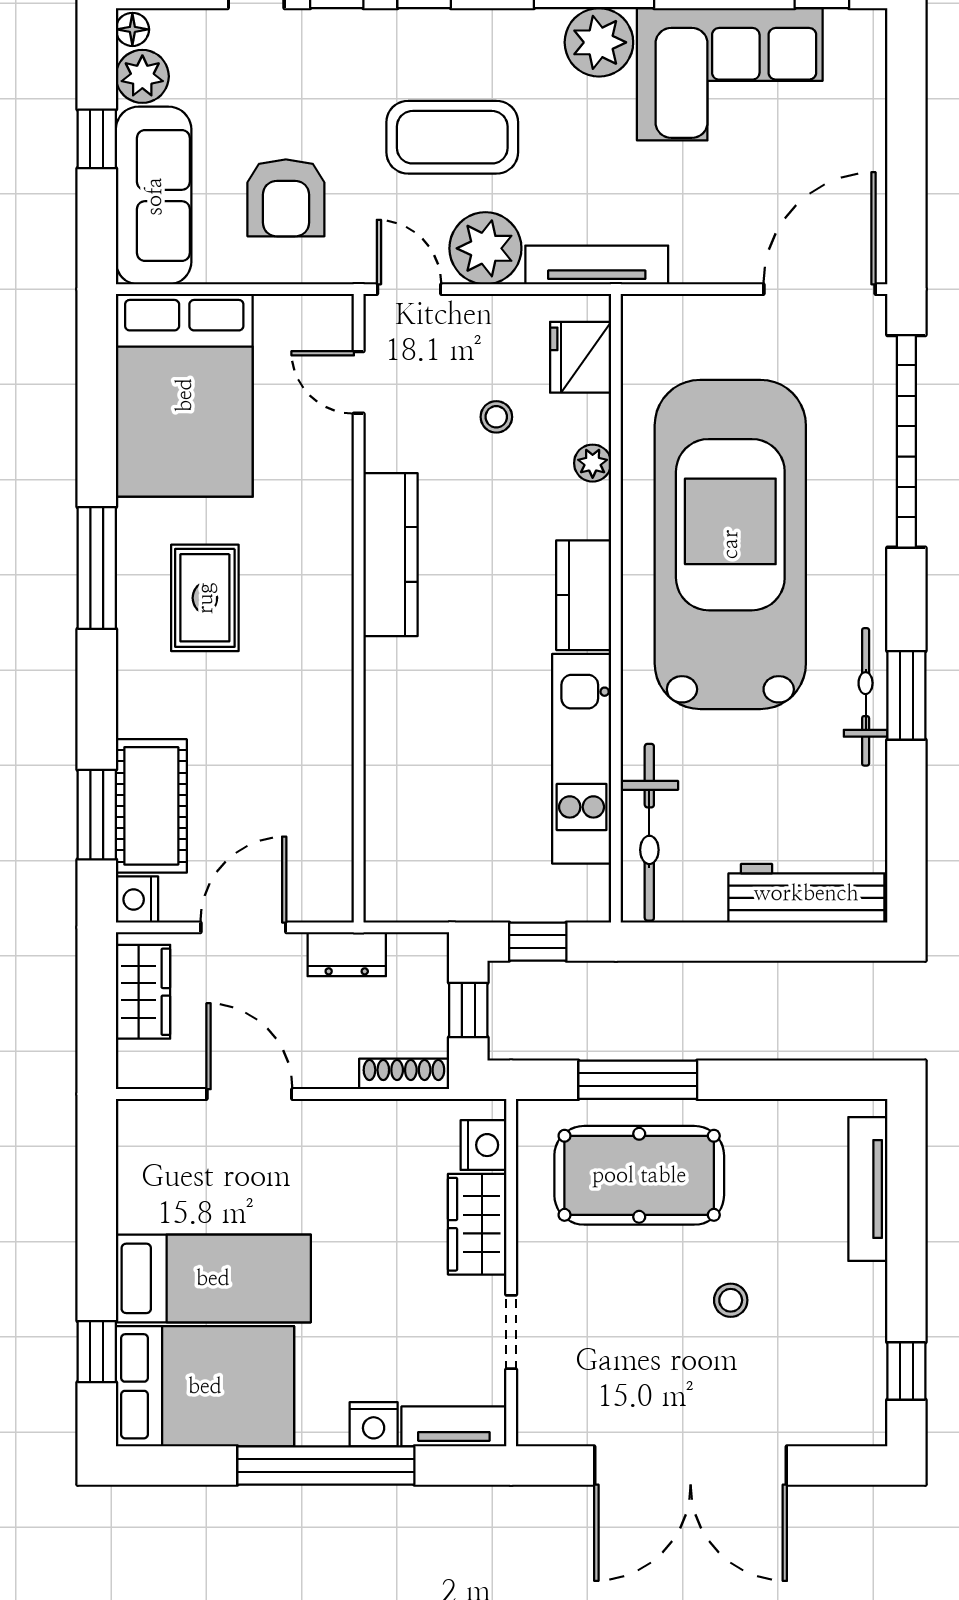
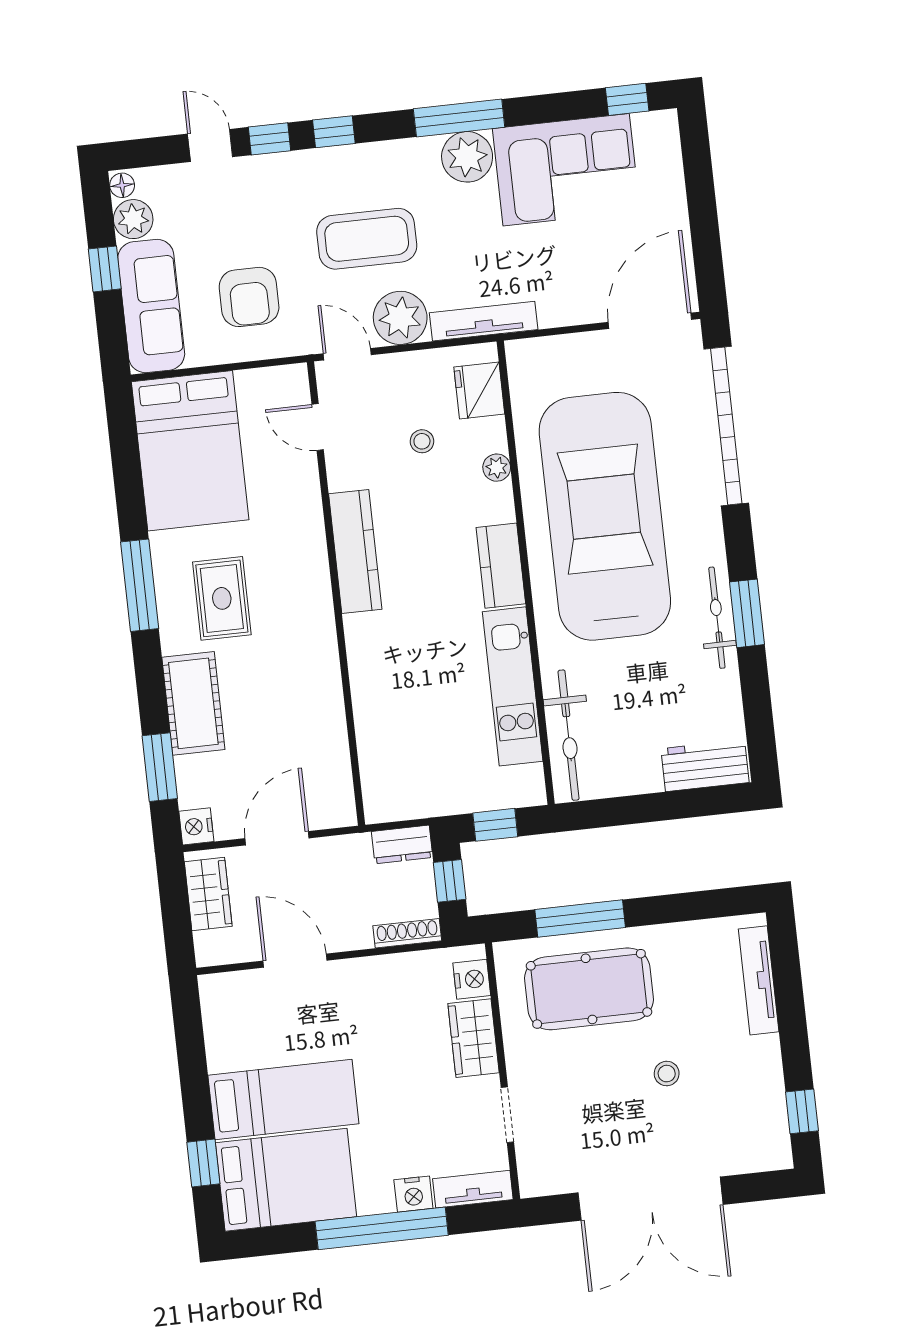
cot: (151, 806) -> (193, 703), moved
workbench: (806, 893) -> (705, 766), width x0.73
dresser: (347, 954) -> (402, 844), moved

